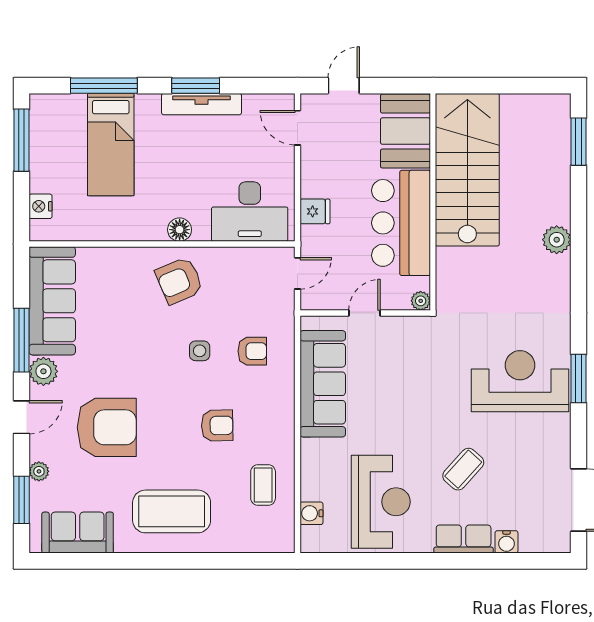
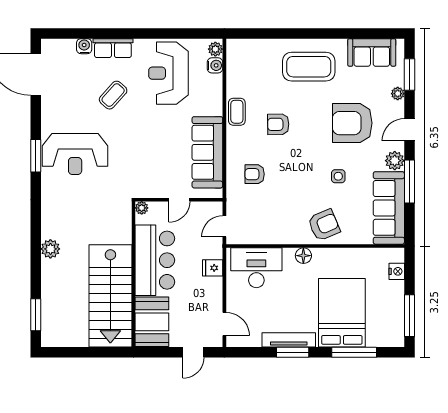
bed: (111, 145) -> (342, 313), width x1.50
armchair: (179, 281) -> (324, 225), moved
side table: (200, 351) -> (338, 176), moved
coffee table: (263, 485) -> (237, 112), moved
plant: (311, 538) -> (215, 49), added

